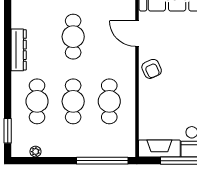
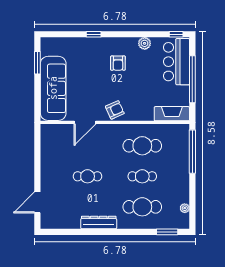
cafe table: (73, 37) -> (88, 176), width x0.73, depth x0.74
cafe table: (73, 101) -> (142, 176), width x0.73, depth x0.74
fireplace: (159, 149) -> (172, 114), moved, turned 90

